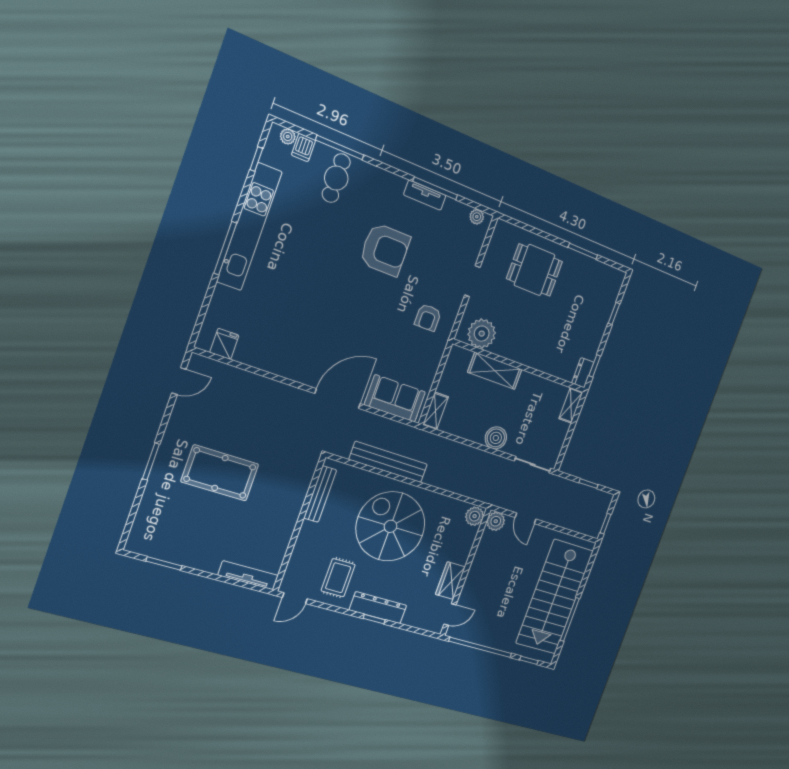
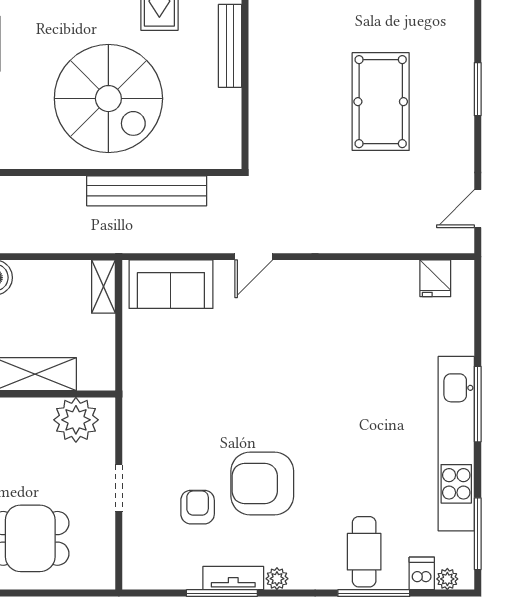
window: (256, 159) -> (478, 534), width x2.17
plant: (477, 217) -> (277, 579), moved
armchair: (428, 318) -> (198, 507), moved
door: (338, 399) -> (254, 257), width x0.53
pool table: (220, 473) -> (381, 102), turned 90
bench: (320, 494) -> (230, 46), moved

